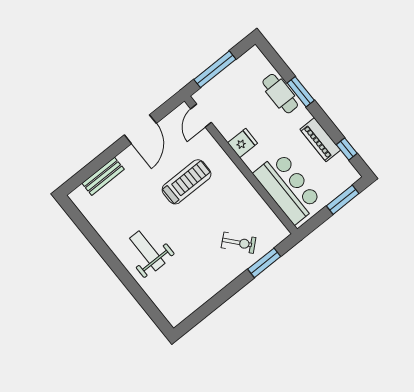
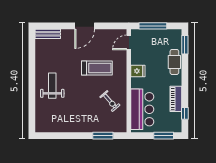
window: (301, 92) -> (185, 45), moved
door: (140, 129) -> (85, 26), moved
bench: (103, 176) -> (48, 34), moved
exercise bike: (239, 243) -> (110, 101), moved

